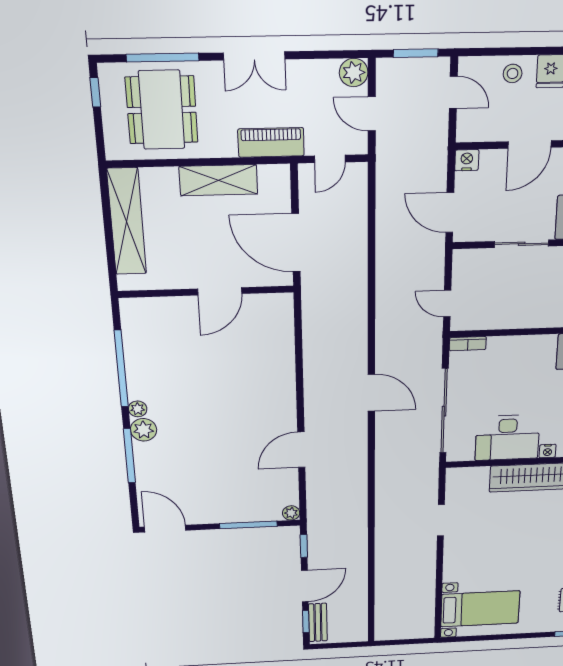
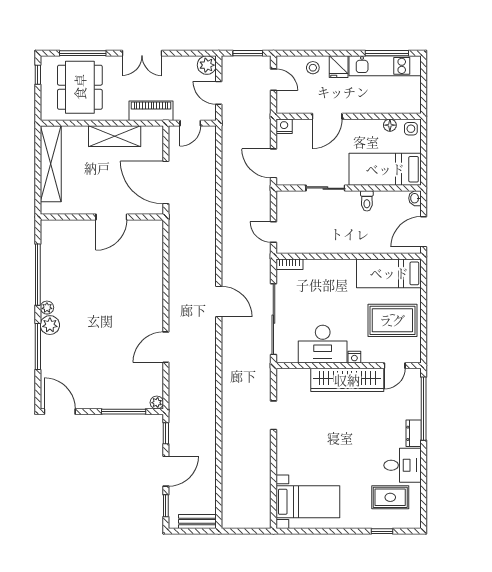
bench: (318, 622) -> (197, 521), moved, turned 90

